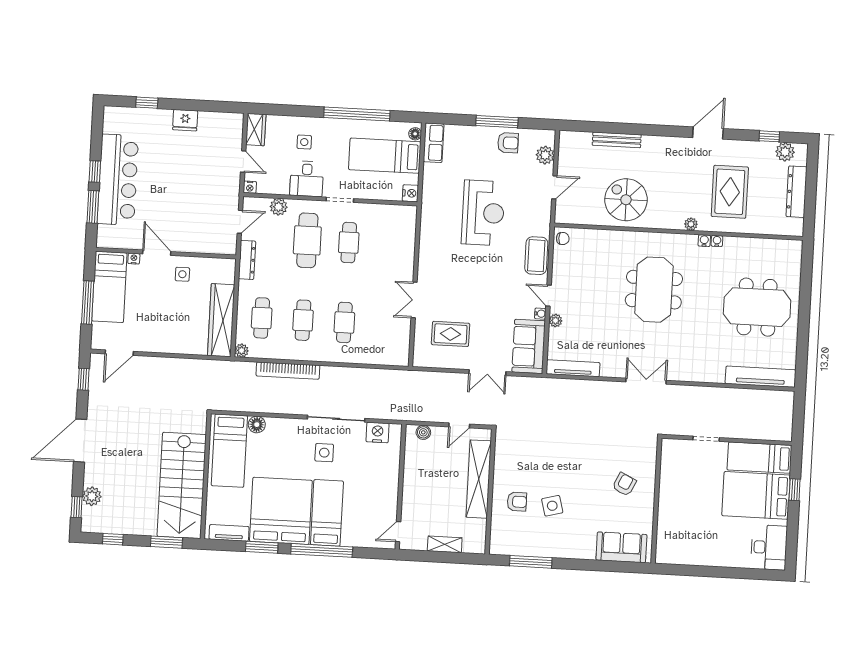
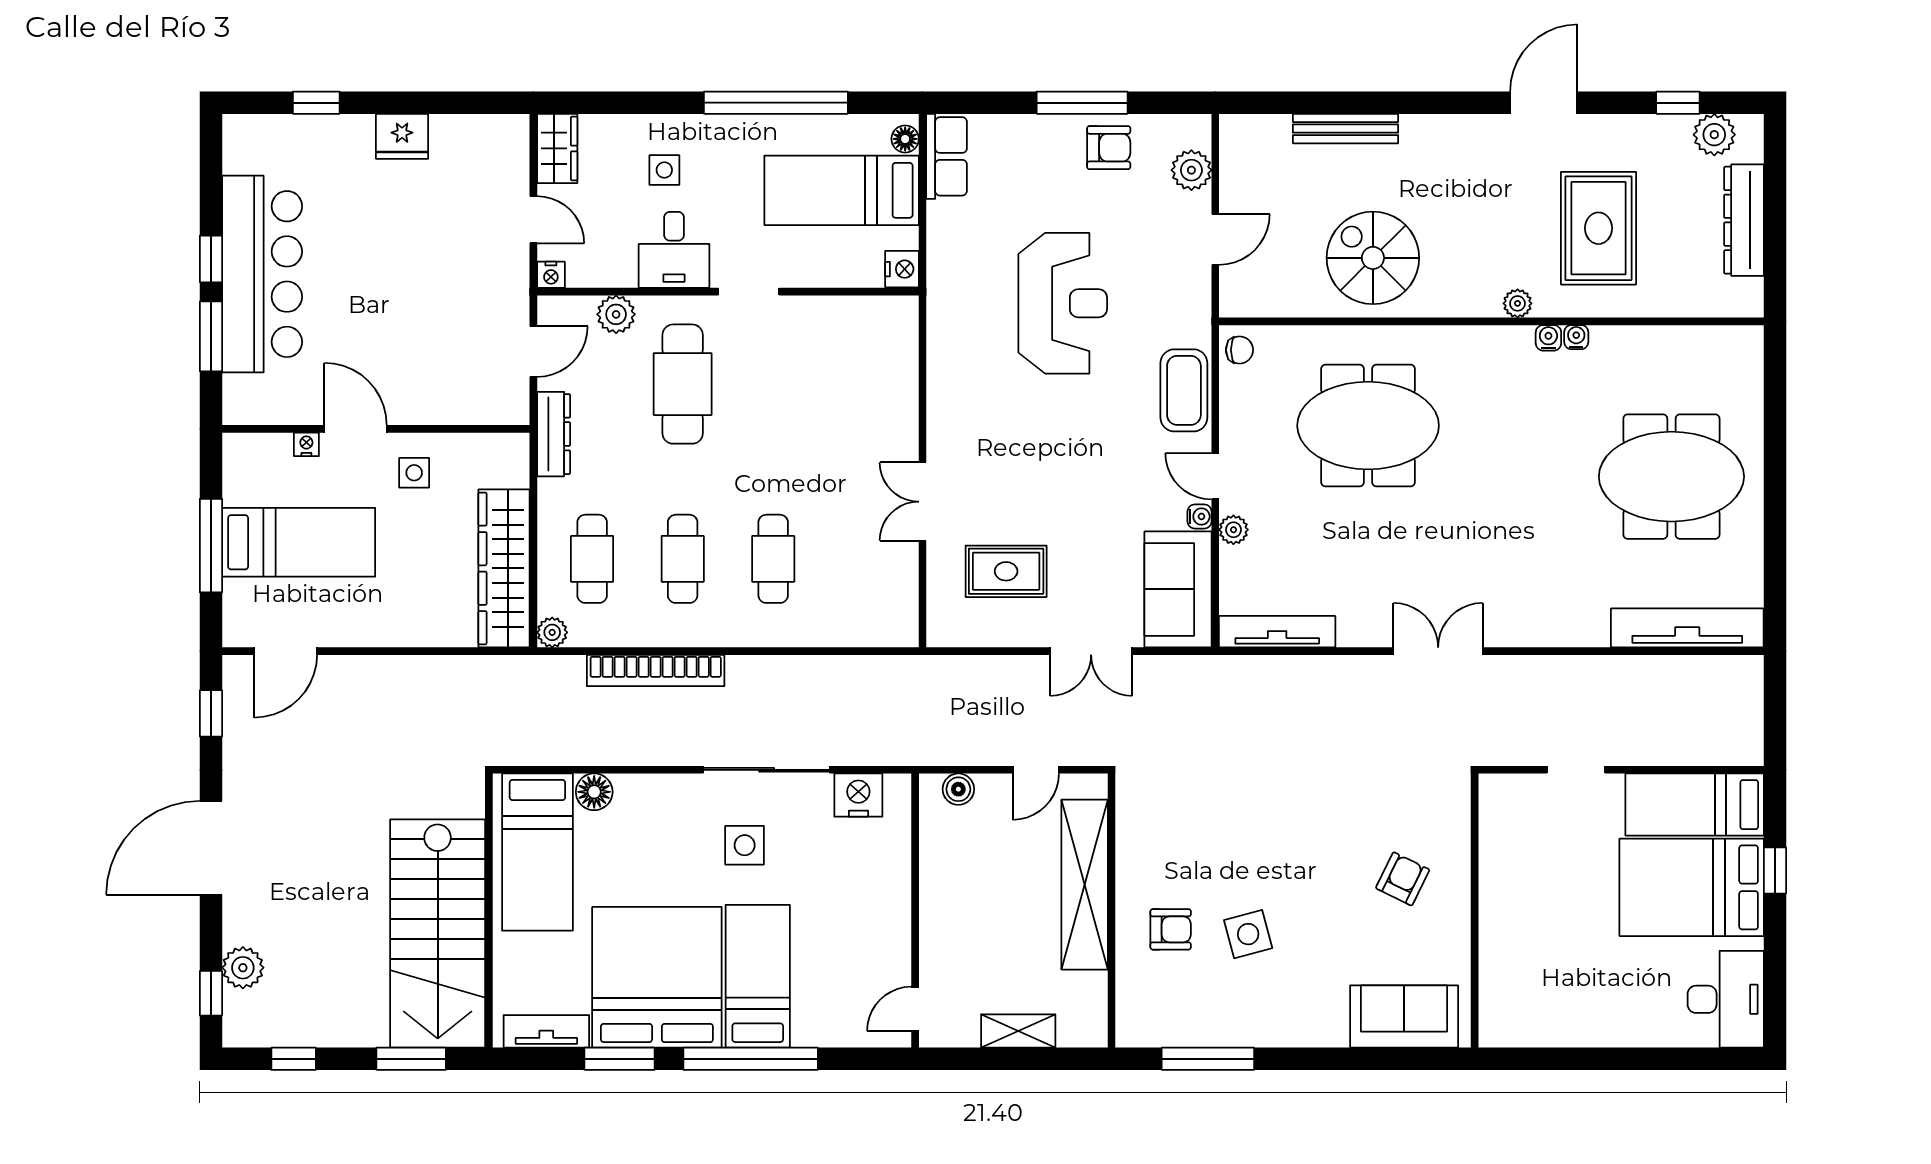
cafe table: (349, 243) -> (773, 384), removed
bed: (109, 287) -> (299, 542), moved, turned -90
meeting table: (654, 290) -> (1368, 426), moved, turned 90

